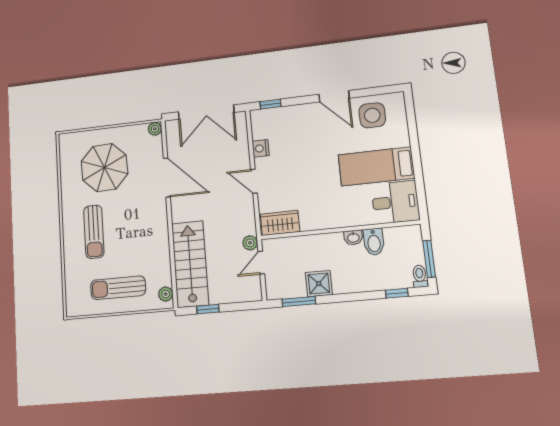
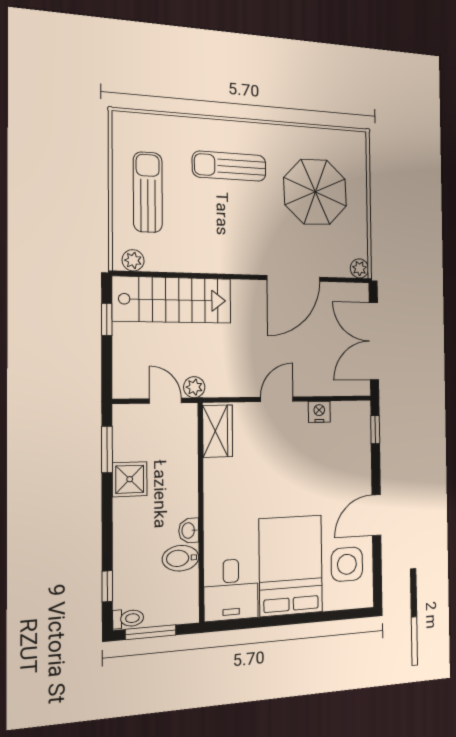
bed: (376, 166) -> (291, 565), width x1.50

